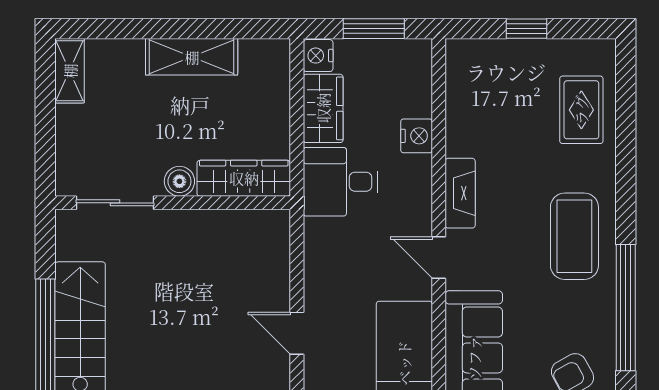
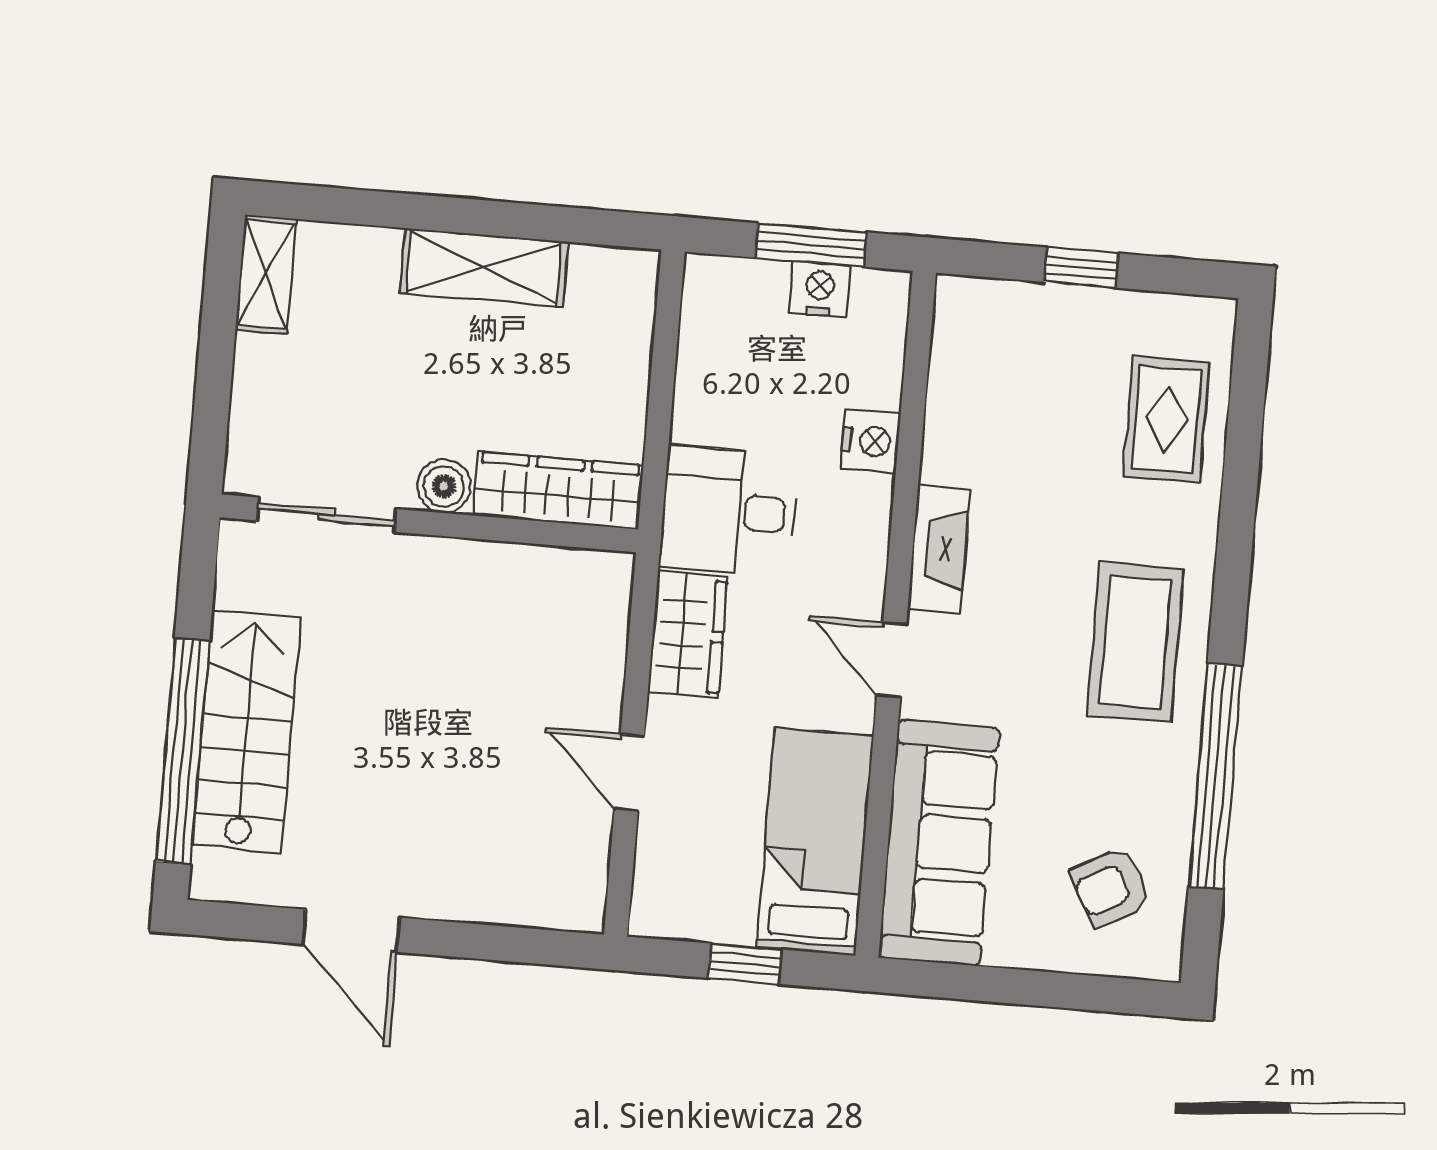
nightstand: (318, 56) -> (820, 289), moved, turned 90
wardrobe: (323, 108) -> (688, 635), moved

